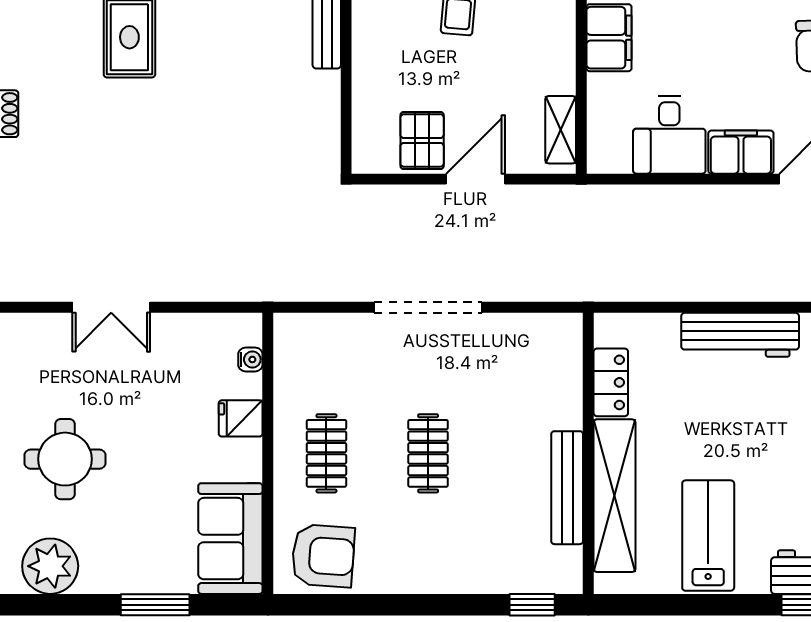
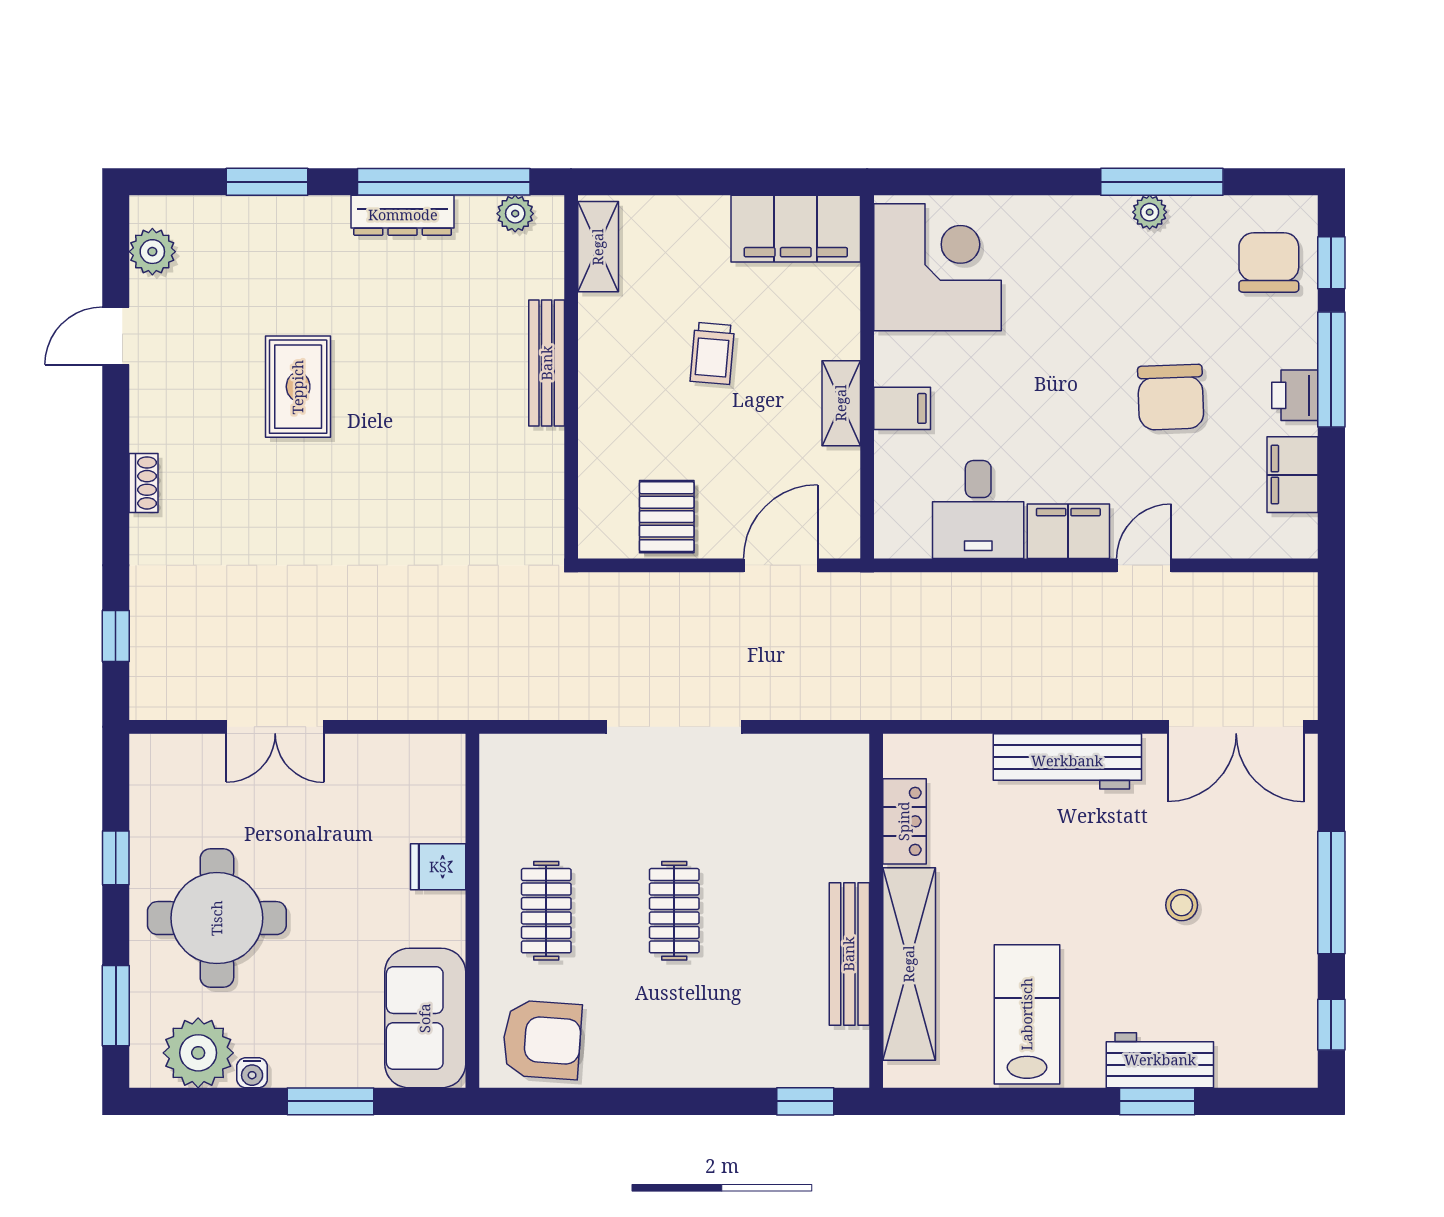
filing cabinet: (609, 38) -> (902, 408), width x0.50
shelving: (561, 130) -> (841, 403), moved
door: (475, 179) -> (781, 565), moved
water cooler: (250, 359) -> (252, 1073), moved, turned 90
round table: (65, 459) -> (217, 918), width x1.36, depth x1.36

